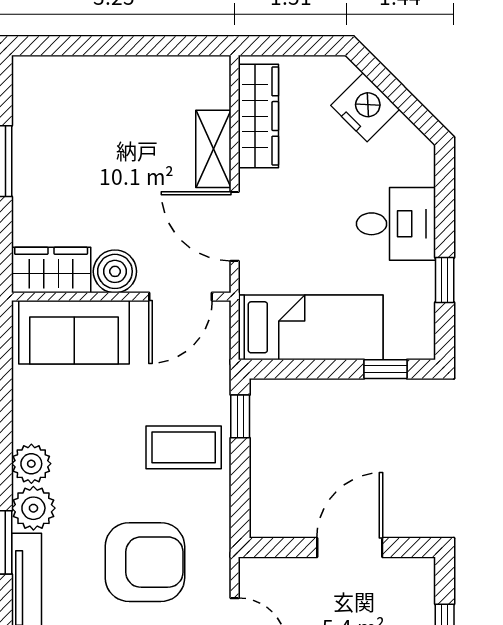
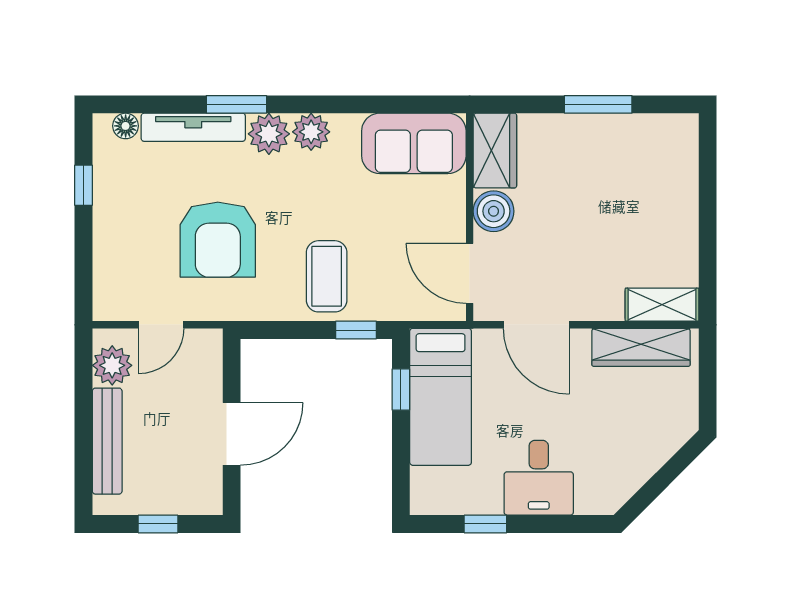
nightstand: (365, 107) -> (649, 449), removed
shelving: (213, 149) -> (662, 305), moved
door: (235, 226) -> (536, 325), swing flipped
sofa: (74, 332) -> (414, 143), moved, turned -90
window: (385, 369) -> (401, 389), moved
door: (350, 547) -> (232, 434), hinge flipped

